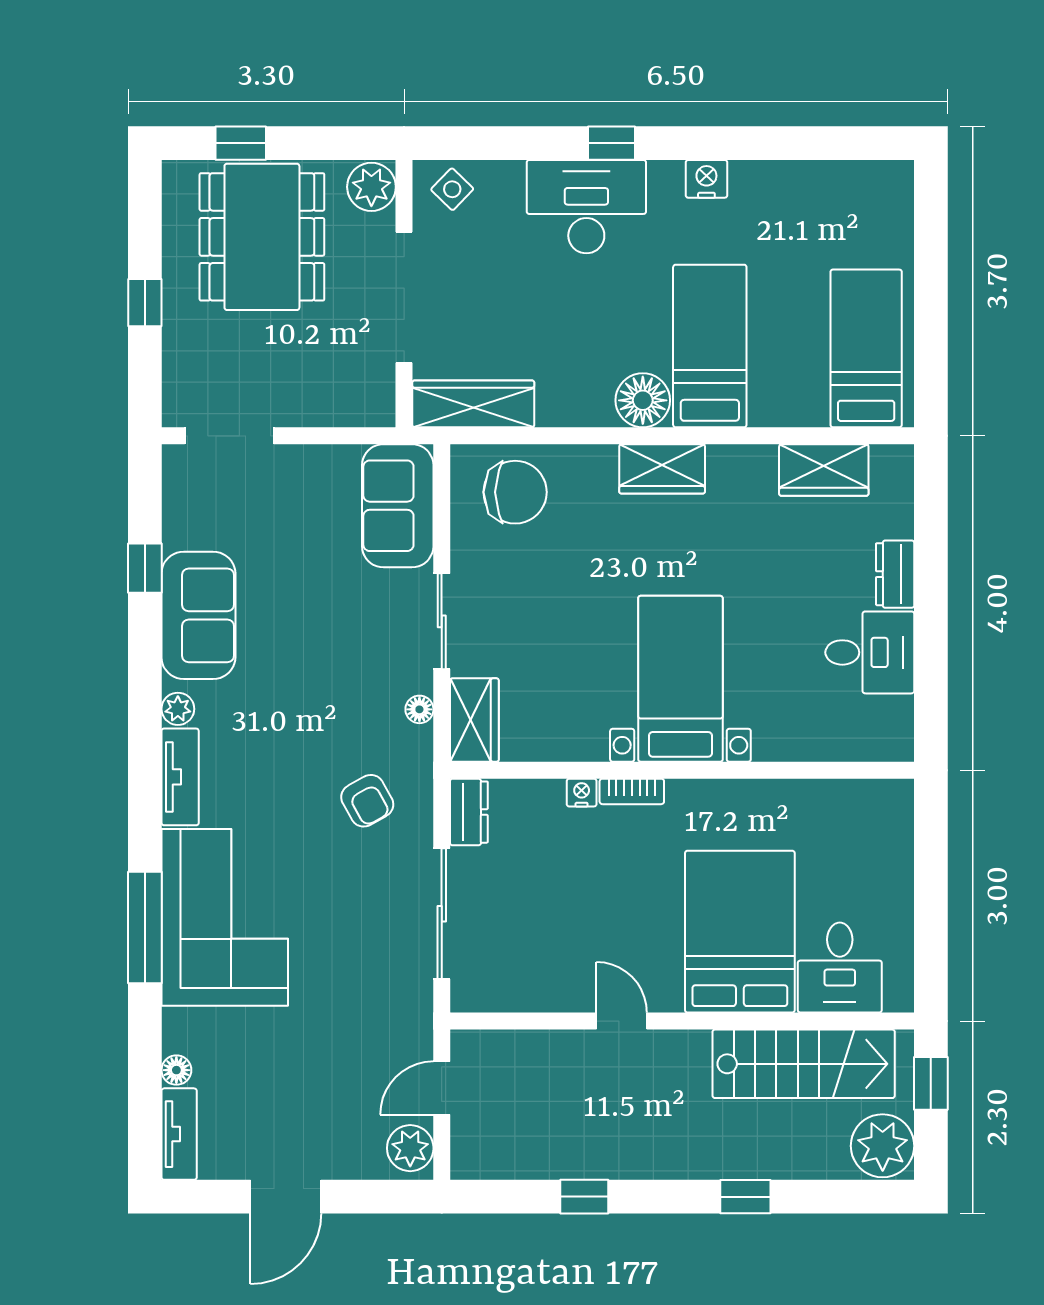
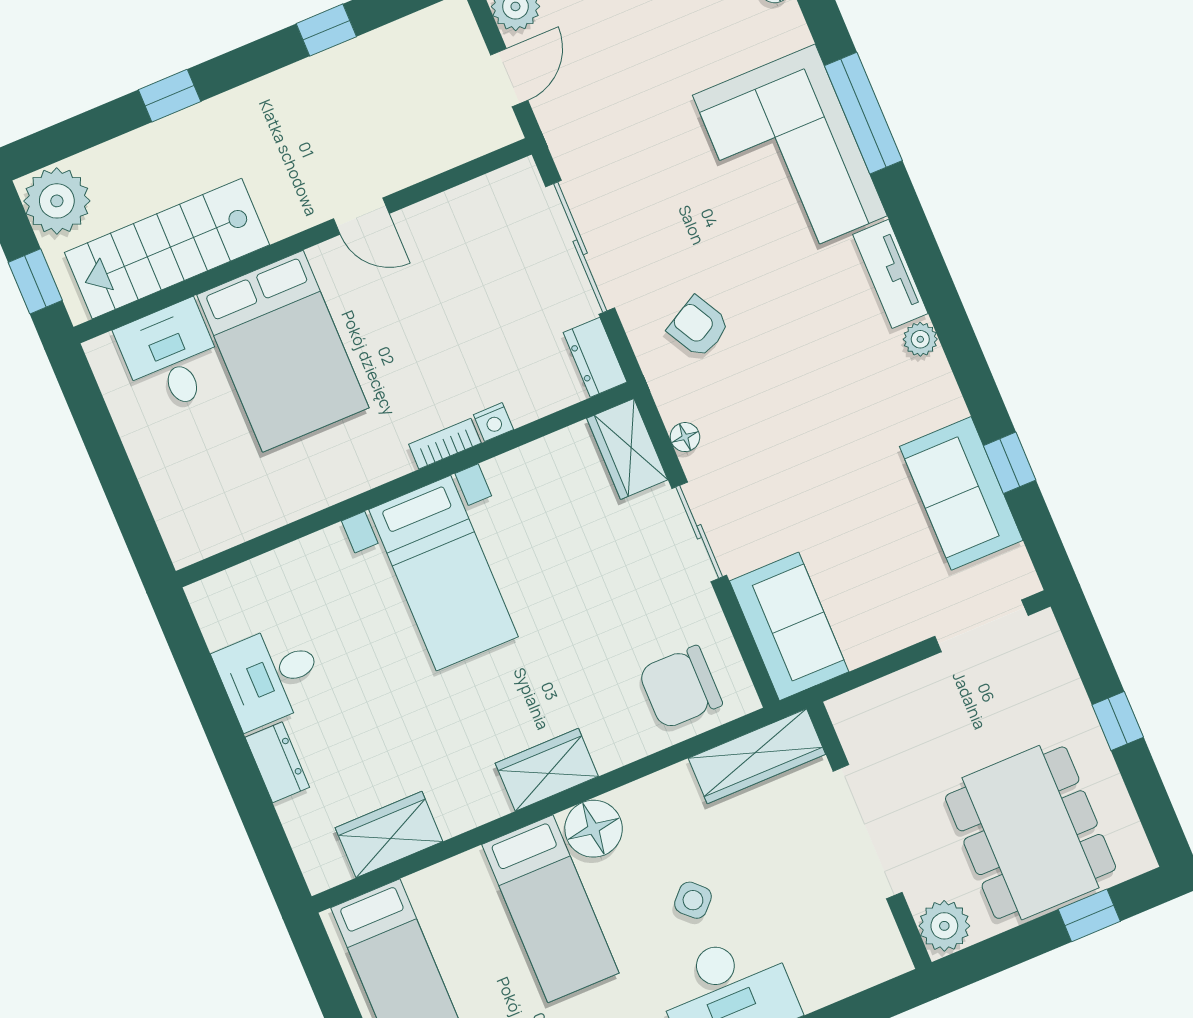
side table: (452, 189) -> (693, 900), moved
sofa: (198, 615) -> (961, 493), moved

